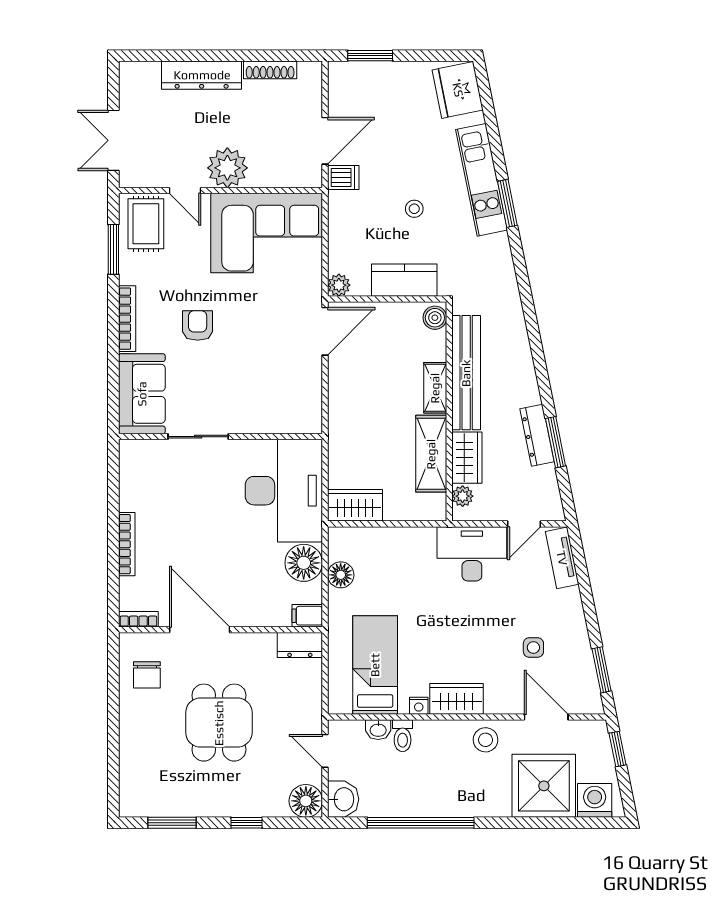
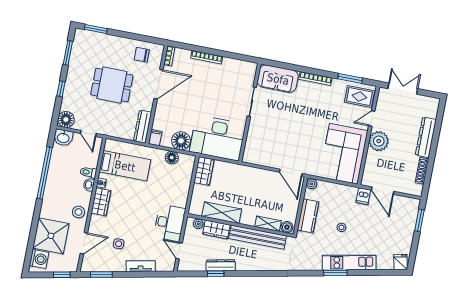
fridge: (458, 90) -> (400, 262), width x0.53, depth x0.75
armchair: (198, 326) -> (305, 112), removed
shelving: (435, 388) -> (268, 224), moved
window: (556, 442) -> (216, 274), width x0.67
tv unit: (562, 558) -> (141, 266), moved
dresser: (300, 645) -> (143, 127), width x1.44
washbasin: (378, 730) -> (89, 185), moved
door: (325, 751) -> (88, 133), swing flipped
window: (113, 776) -> (96, 29), added

